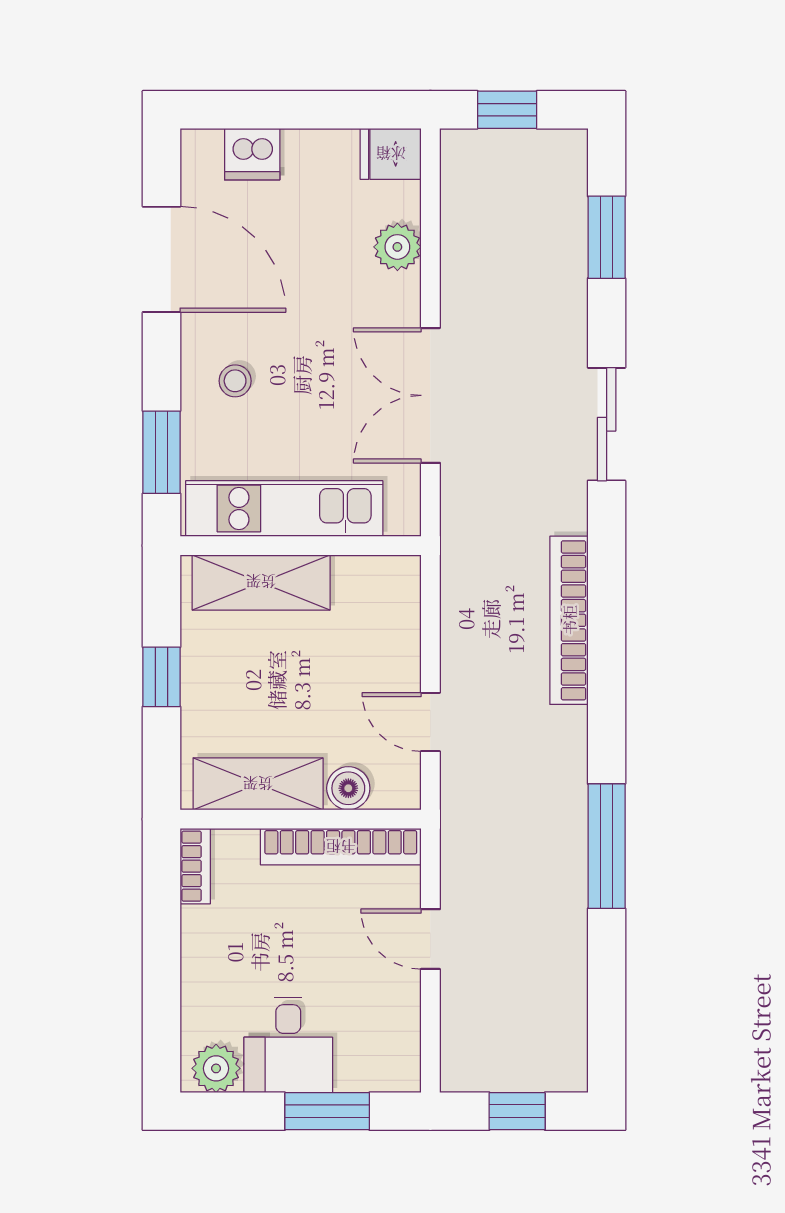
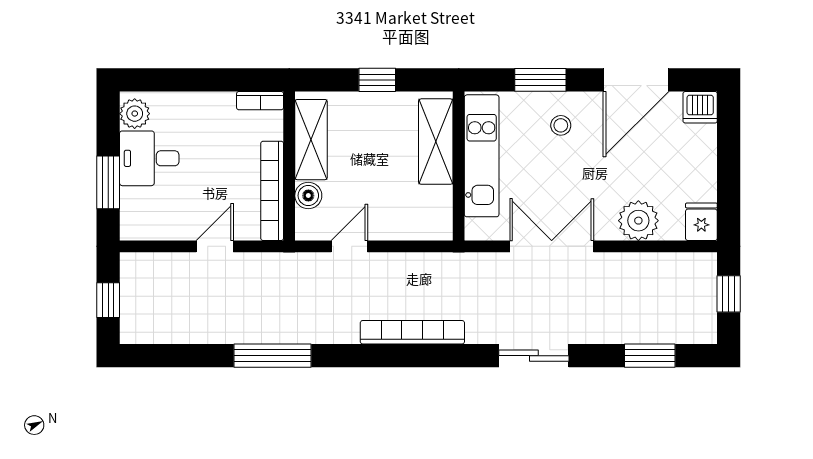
dishwasher: (252, 154) -> (700, 107), moved, turned -90
plant: (397, 247) -> (638, 221), width x1.36, depth x1.36
window: (162, 452) -> (540, 80), moved

